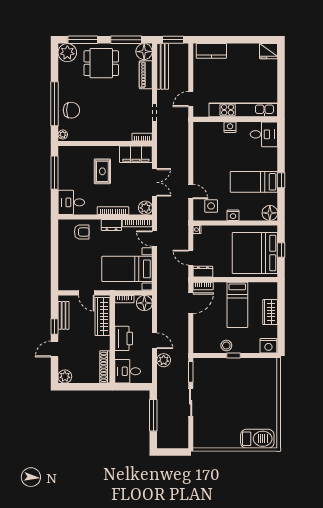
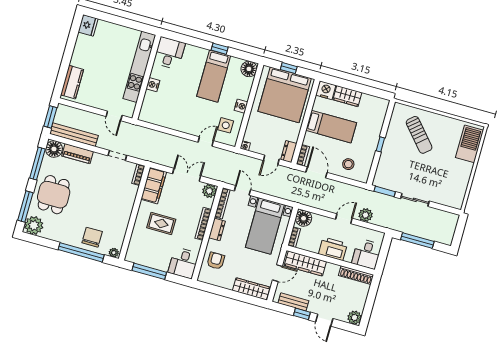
door: (155, 239) -> (242, 190), swing flipped
wardrobe: (65, 273) -> (251, 289), added
stool: (226, 346) -> (348, 164), moved
nightstand: (268, 346) -> (326, 90), moved, turned -90
sun lounger: (253, 389) -> (419, 135), added

